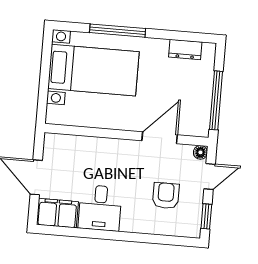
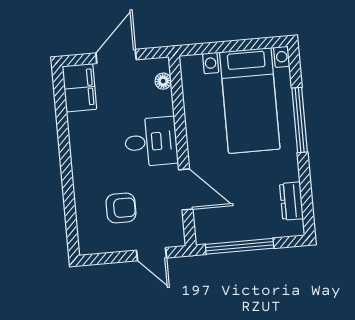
floor lamp: (200, 152) -> (163, 81), moved
desk: (100, 208) -> (151, 142), moved, turned 180
window: (206, 216) -> (105, 258), removed

